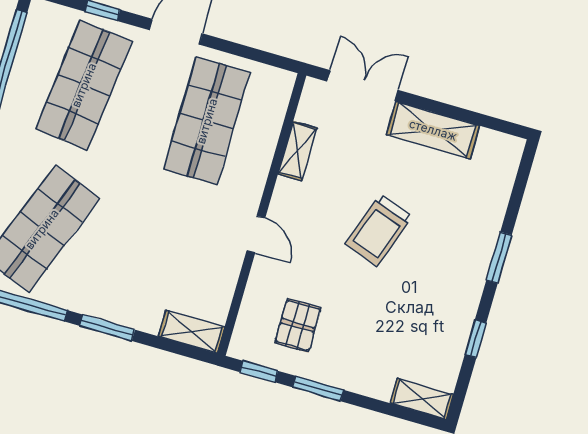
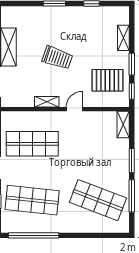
shelving: (298, 151) -> (47, 102), moved
pallet: (298, 325) -> (108, 80), width x1.50, depth x1.42
shelving: (422, 399) -> (123, 38), moved

